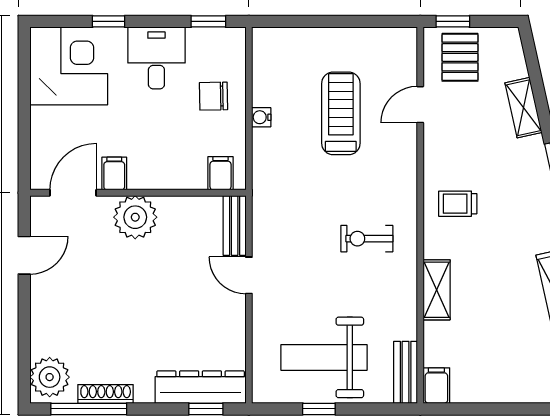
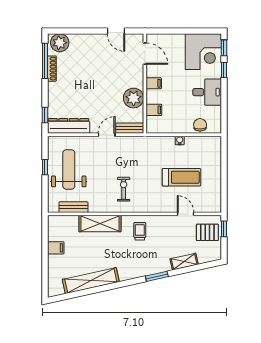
window: (208, 21) -> (224, 48), moved
chair: (214, 96) -> (200, 125), moved
filing cabinet: (221, 173) -> (154, 110), moved
filing cabinet: (114, 174) -> (154, 83), moved
plant: (135, 217) -> (134, 98), moved
shelving: (437, 290) -> (100, 224), width x1.50, depth x1.33
bench: (406, 372) -> (74, 207), moved
filing cabinet: (436, 386) -> (56, 248), moved
dresser: (201, 387) -> (69, 126), moved, turned -90

